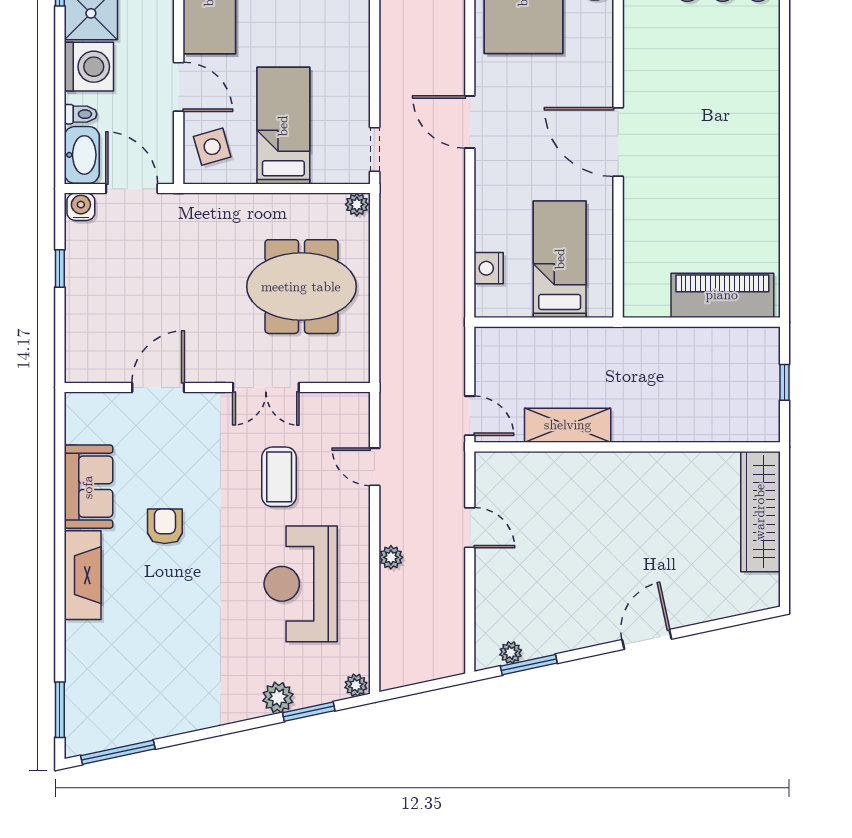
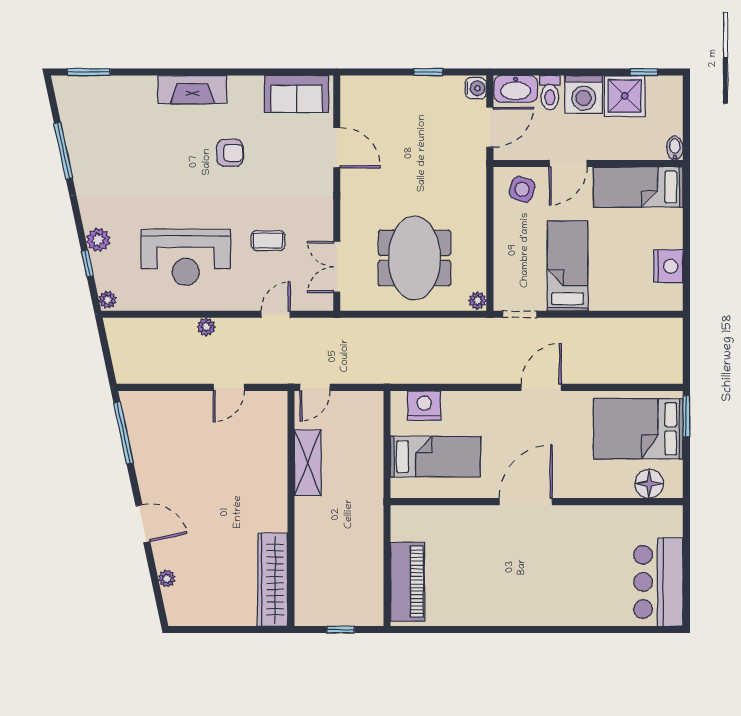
toilet: (80, 114) -> (550, 93), width x1.37, depth x1.39
bed: (283, 126) -> (568, 266), moved, turned -90
side table: (212, 147) -> (522, 189), turned 33
nightstand: (489, 268) -> (424, 406), width x1.36, depth x1.33
double door: (266, 387) -> (337, 267), moved
coffee table: (279, 477) -> (268, 241), width x0.73, depth x0.77
sofa: (88, 487) -> (296, 94), moved
wardrobe: (760, 512) -> (273, 580), moved, turned -90
reception desk: (301, 584) -> (186, 257), turned 180
plant: (511, 653) -> (167, 579), moved
window: (529, 665) -> (124, 433), width x1.44
window: (309, 712) -> (87, 263), width x0.67
window: (118, 752) -> (63, 151), moved

